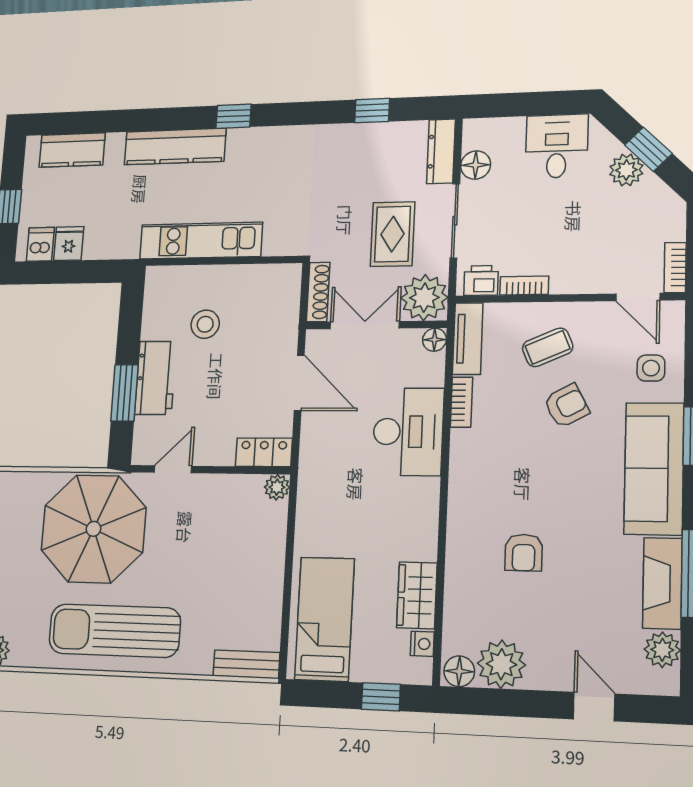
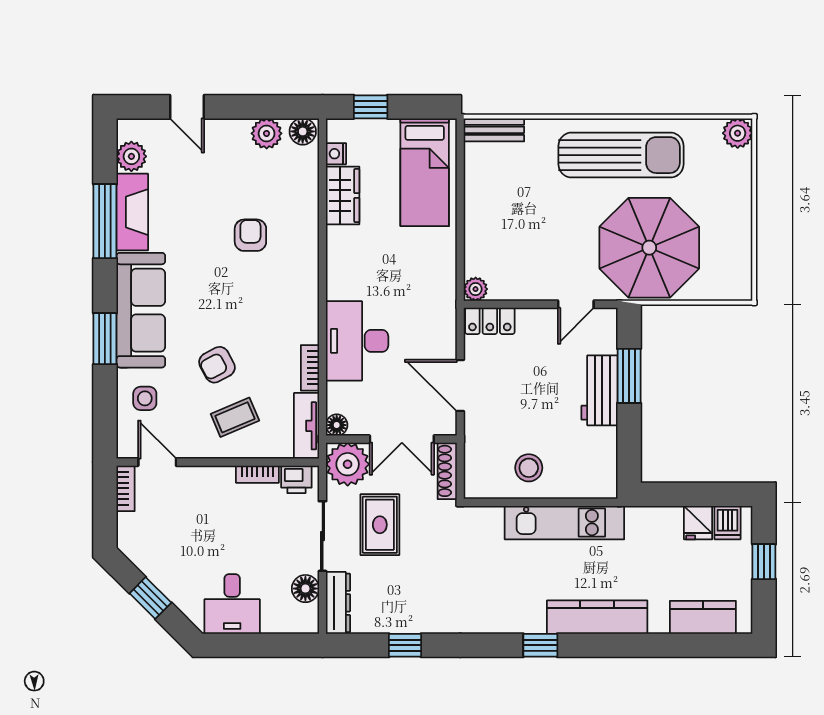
plant: (626, 170) -> (169, 579), removed
stool: (205, 324) -> (529, 468), moved
plant: (501, 664) -> (267, 133), width x0.73, depth x0.73

